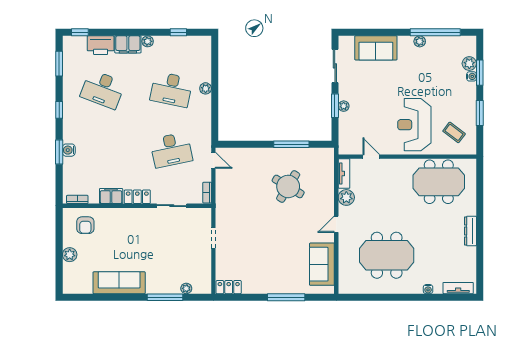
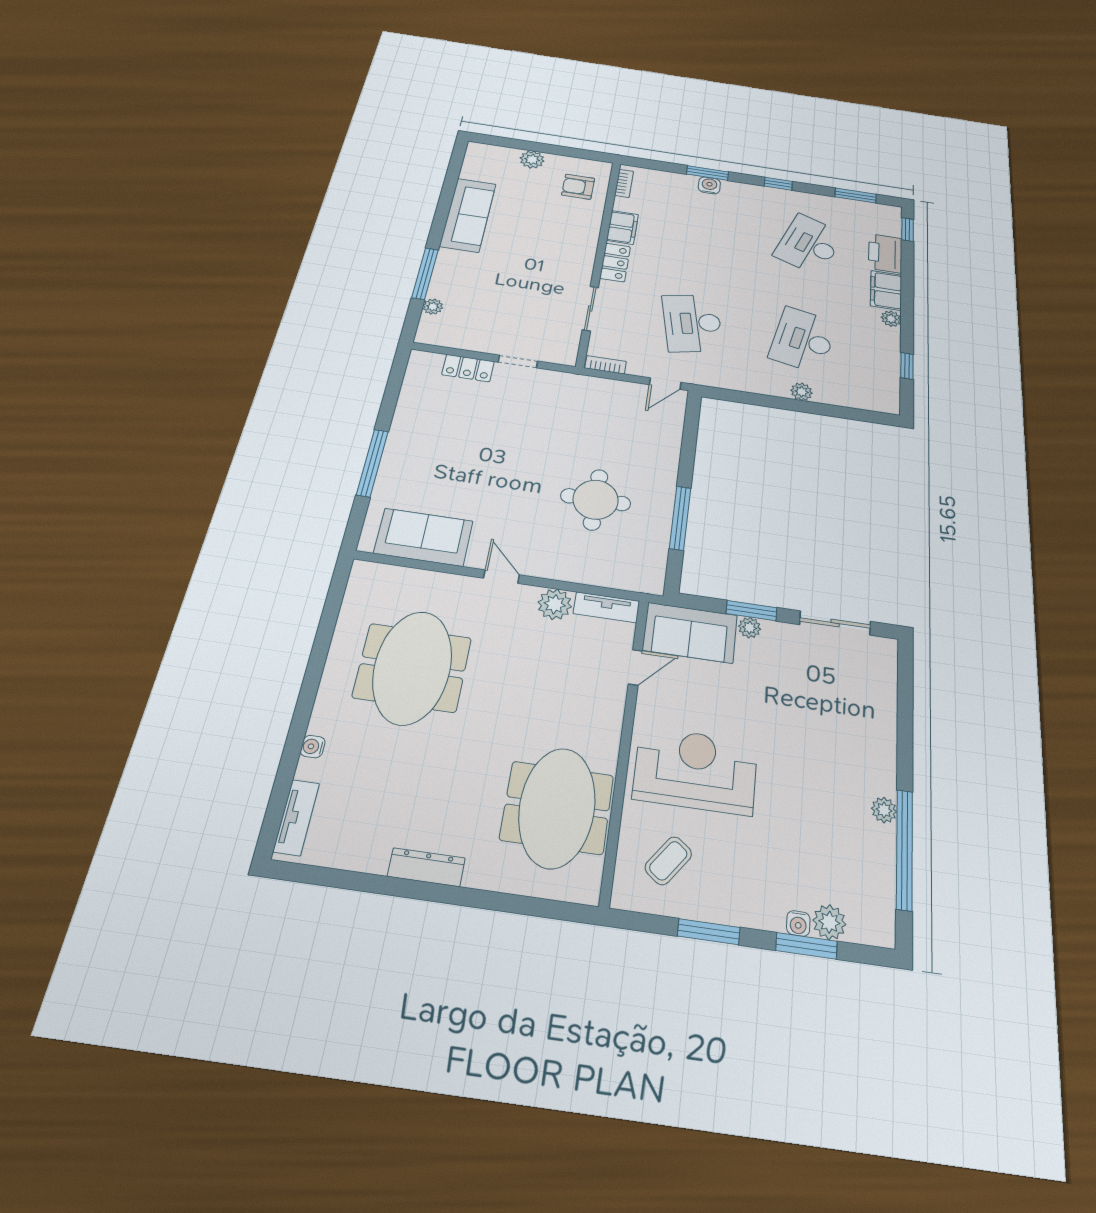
sofa: (376, 48) -> (690, 633), moved, turned -90
round table: (288, 186) -> (596, 500), turned -31
locker: (229, 287) -> (468, 368), moved, turned 90

